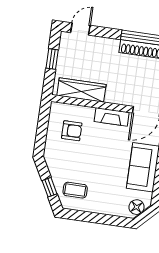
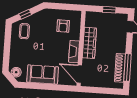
wardrobe: (81, 90) -> (89, 43), moved

